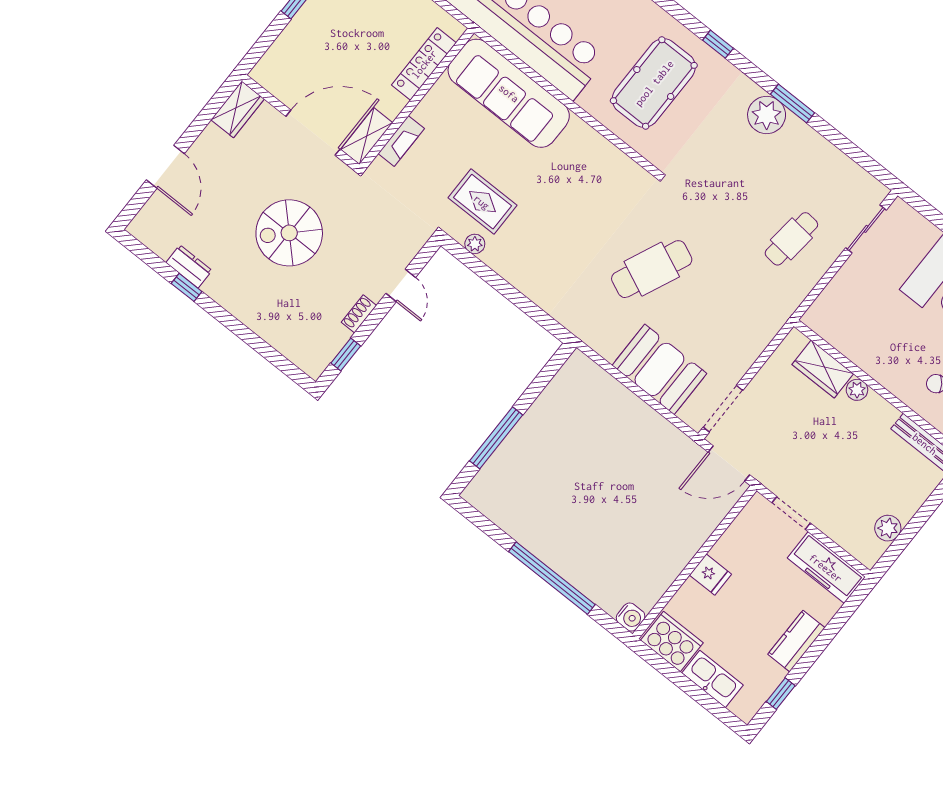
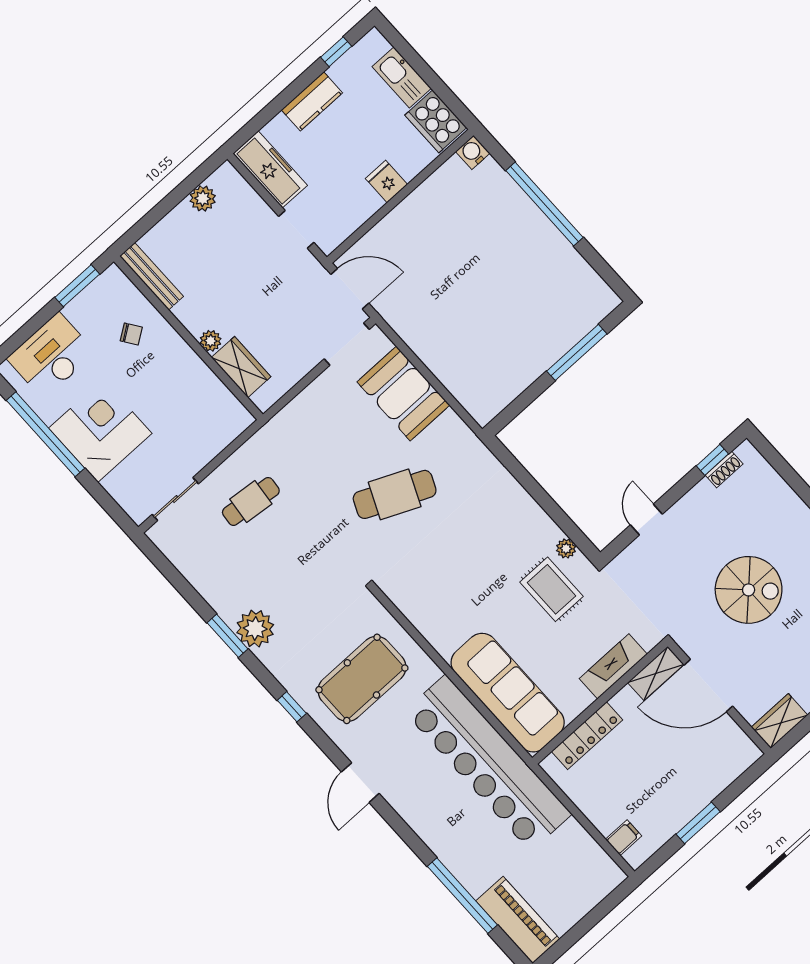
fireplace: (401, 141) -> (613, 666), width x1.37, depth x1.32
shoe rack: (359, 314) -> (724, 470), moved

